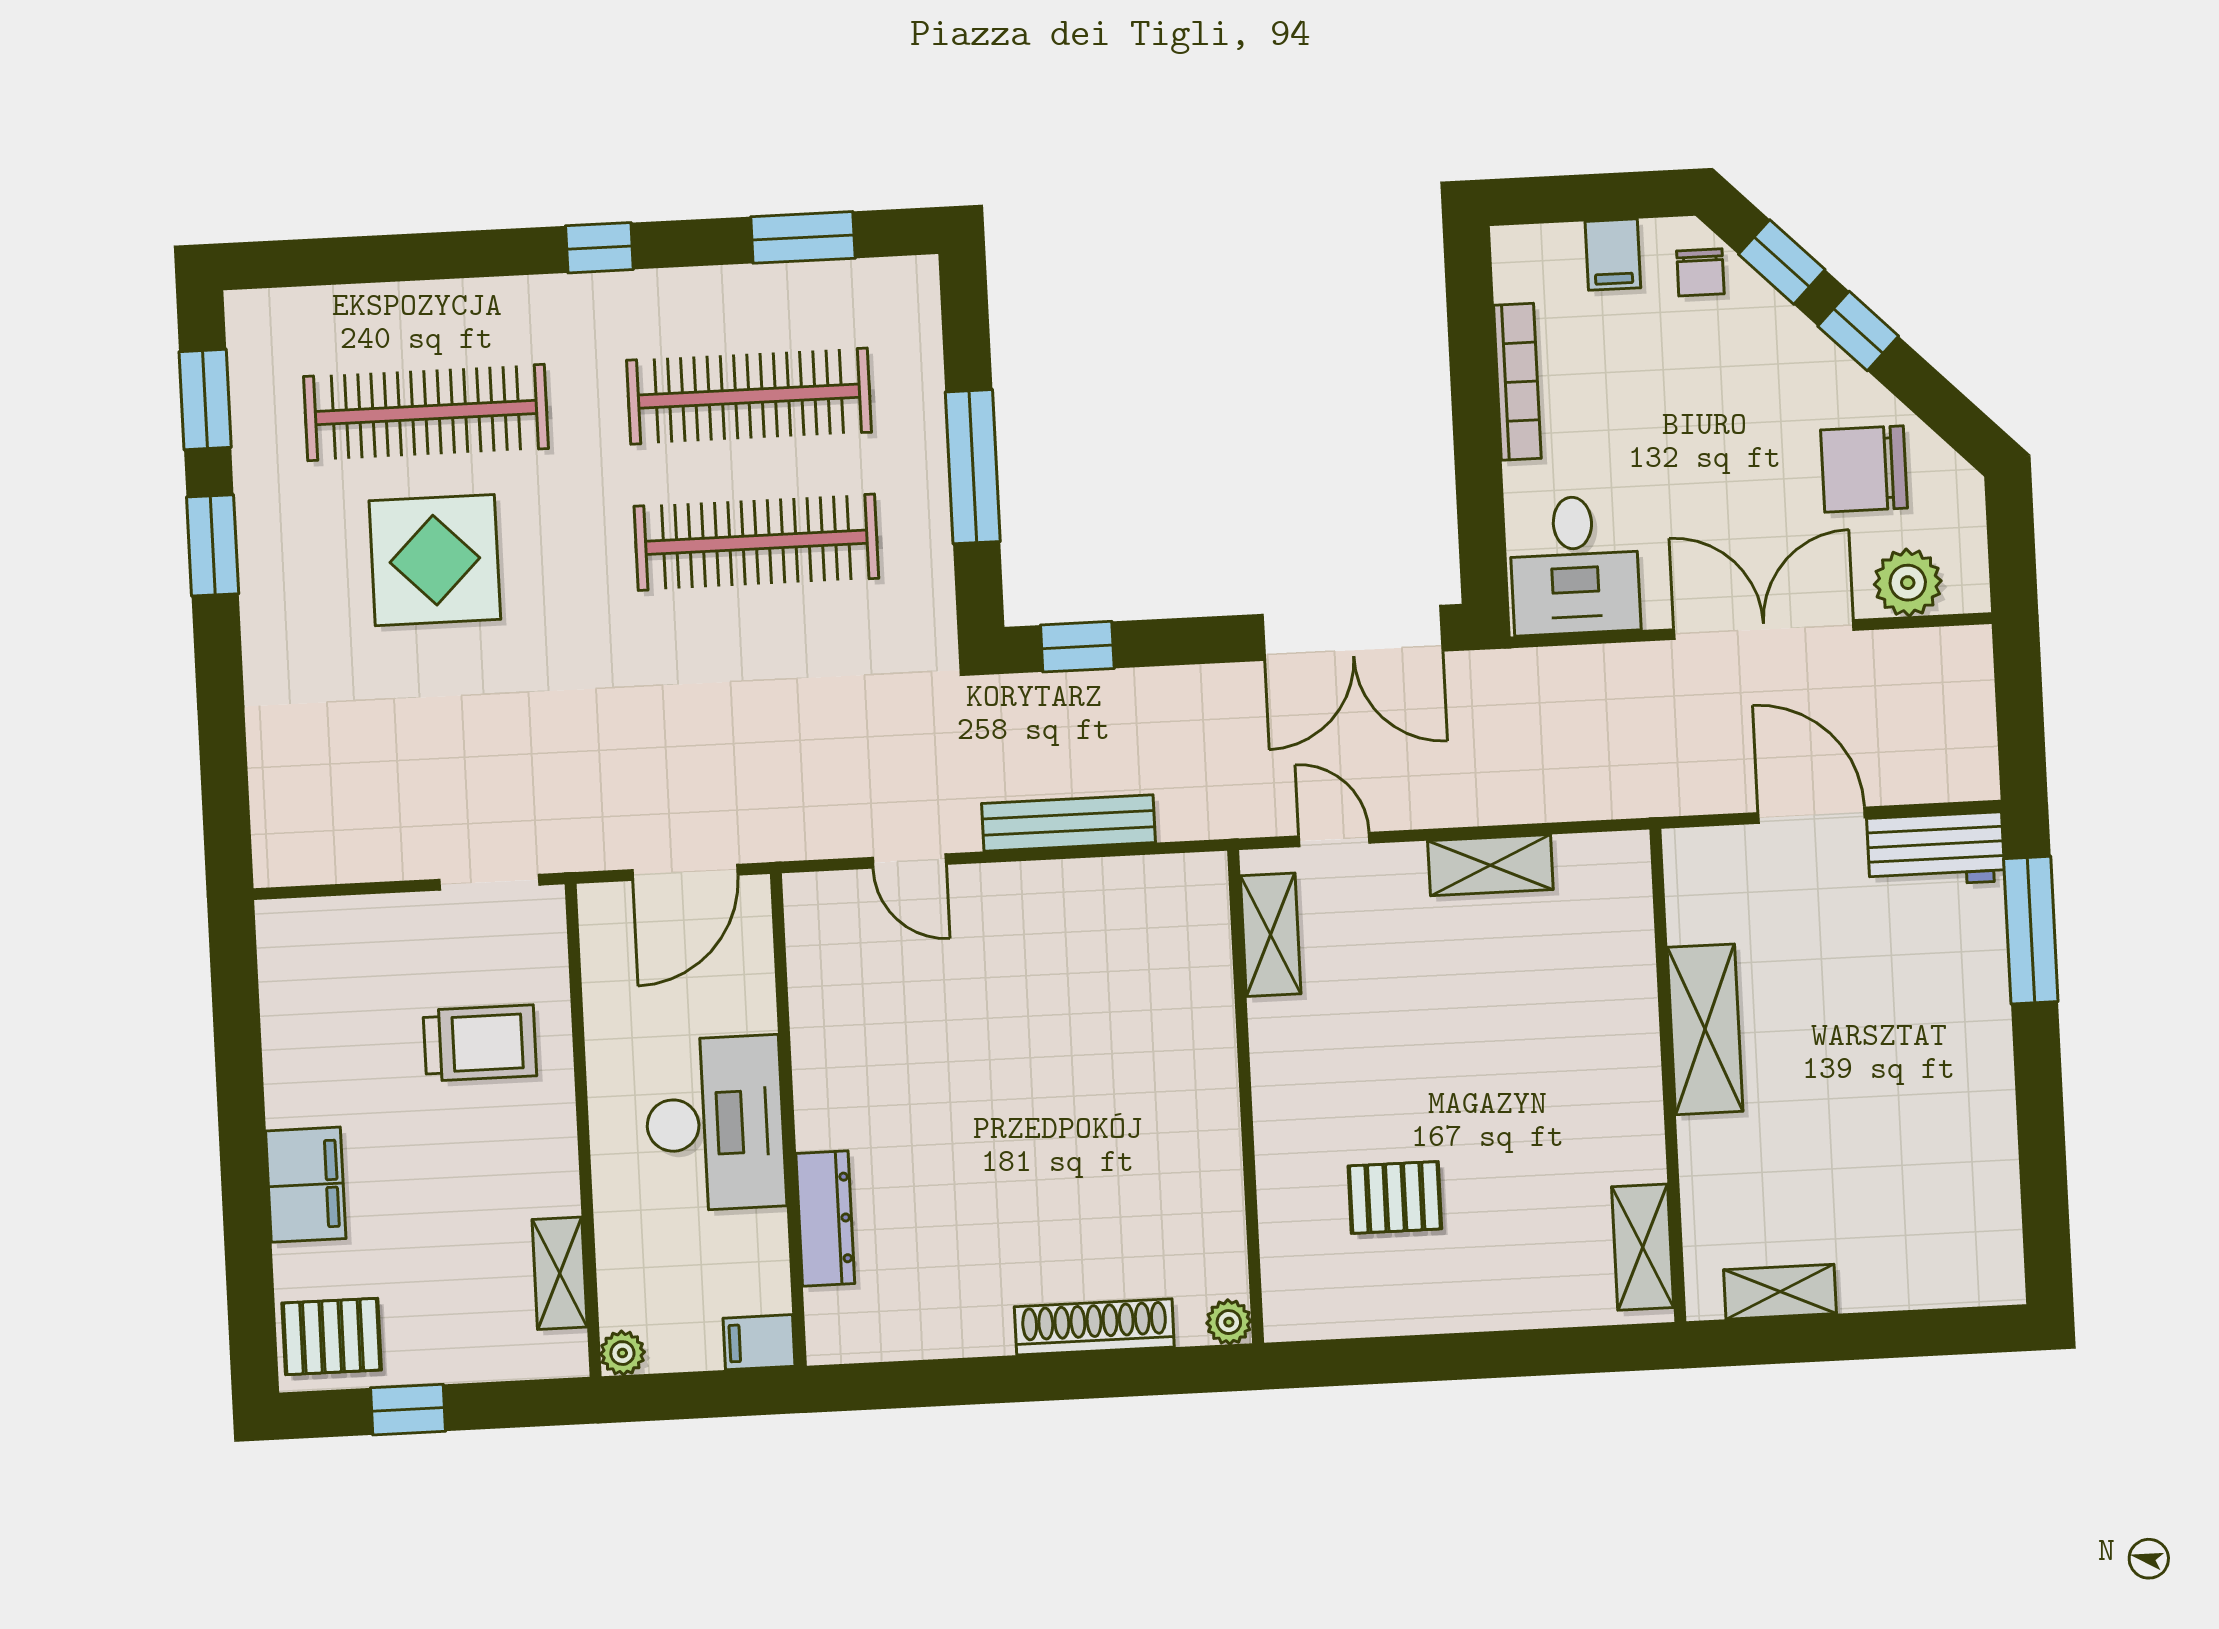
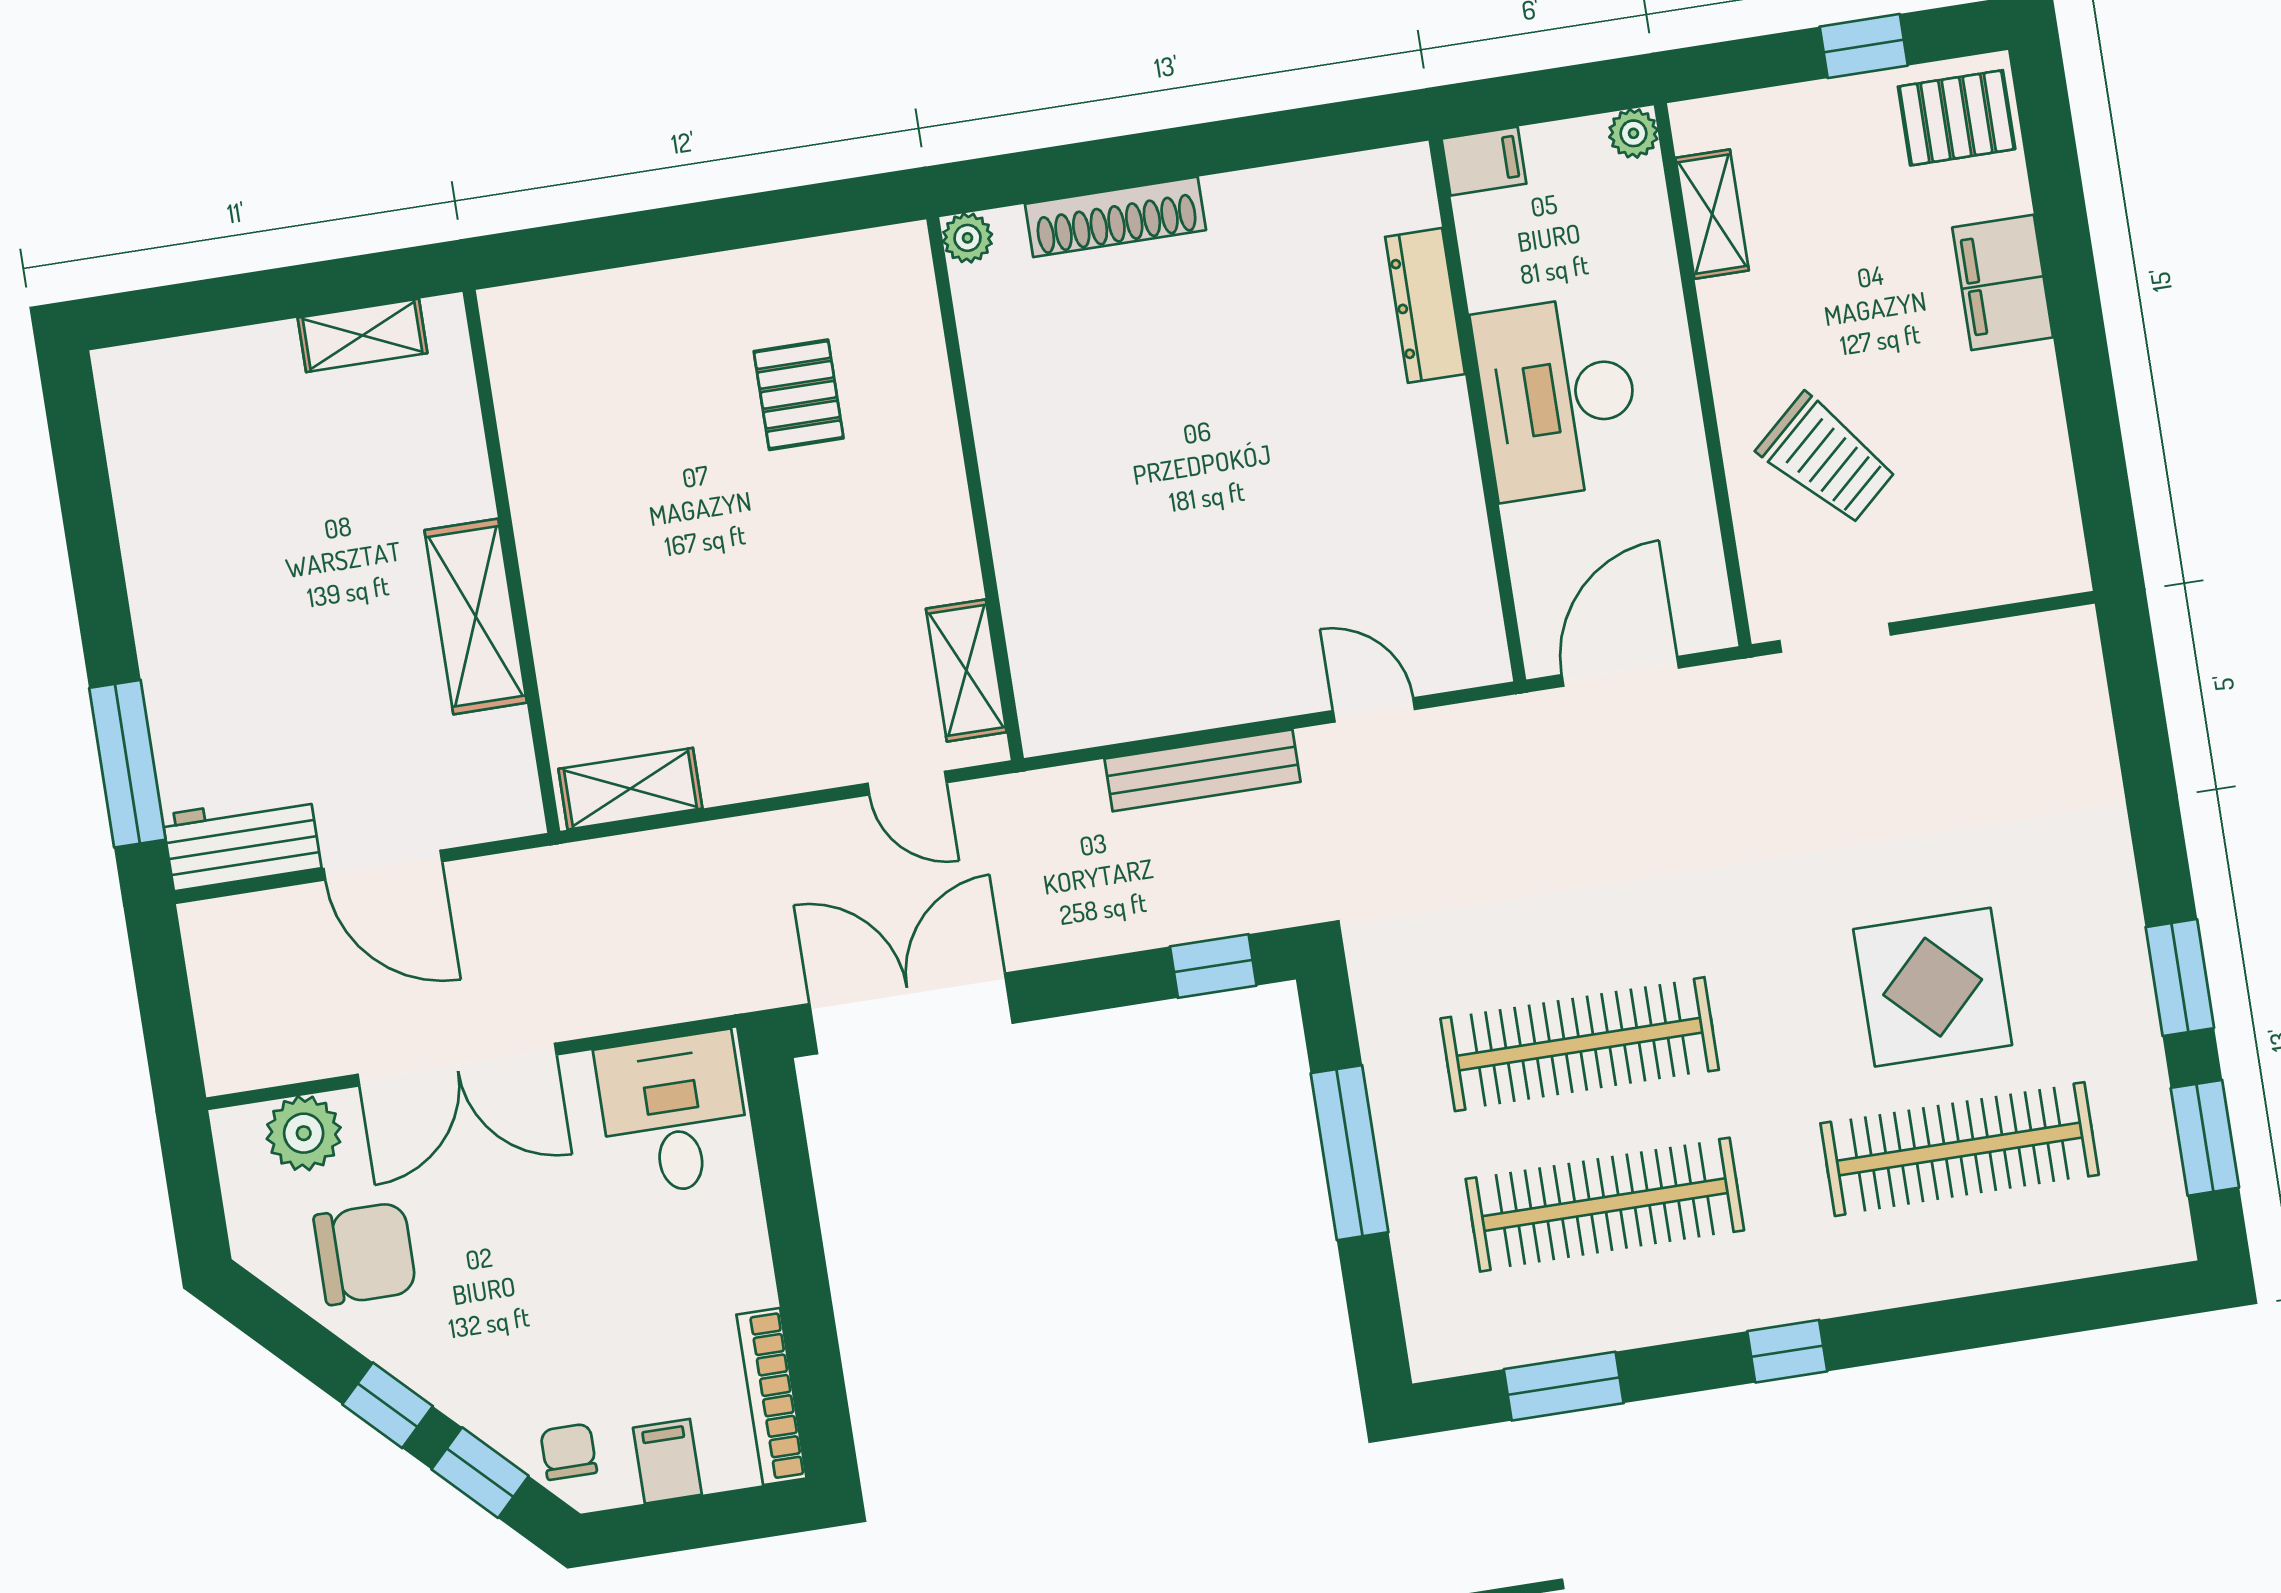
bookcase: (1517, 382) -> (772, 1396), moved
shelving: (1490, 865) -> (630, 789), moved
trolley: (480, 1043) -> (1827, 459), turned -132
pallet: (1395, 1197) -> (799, 395), turned 90
shelving: (1643, 1247) -> (519, 369), removed

